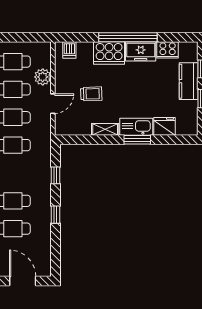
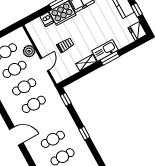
dishwasher: (69, 50) -> (47, 19), moved
fridge: (164, 126) -> (137, 31), moved, turned -90
window: (55, 175) -> (66, 99), moved

